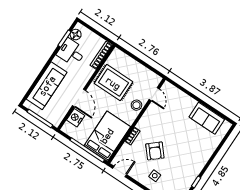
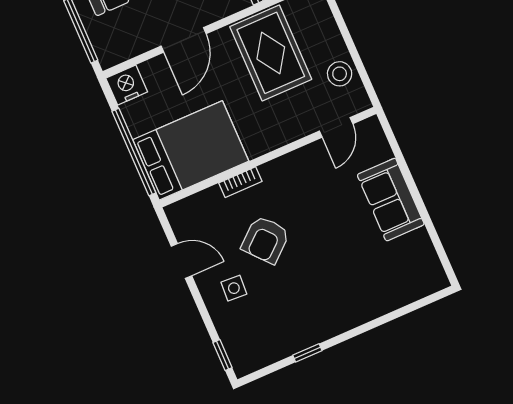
stool: (136, 105) -> (340, 74), moved
nightstand: (76, 118) -> (127, 85), moved
sofa: (207, 118) -> (391, 200), moved
door: (120, 172) -> (181, 261), moved

